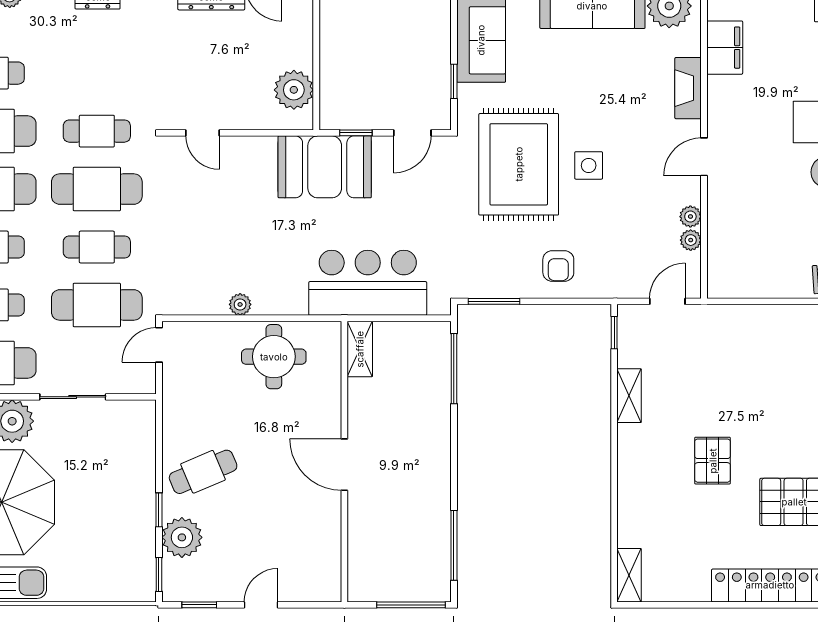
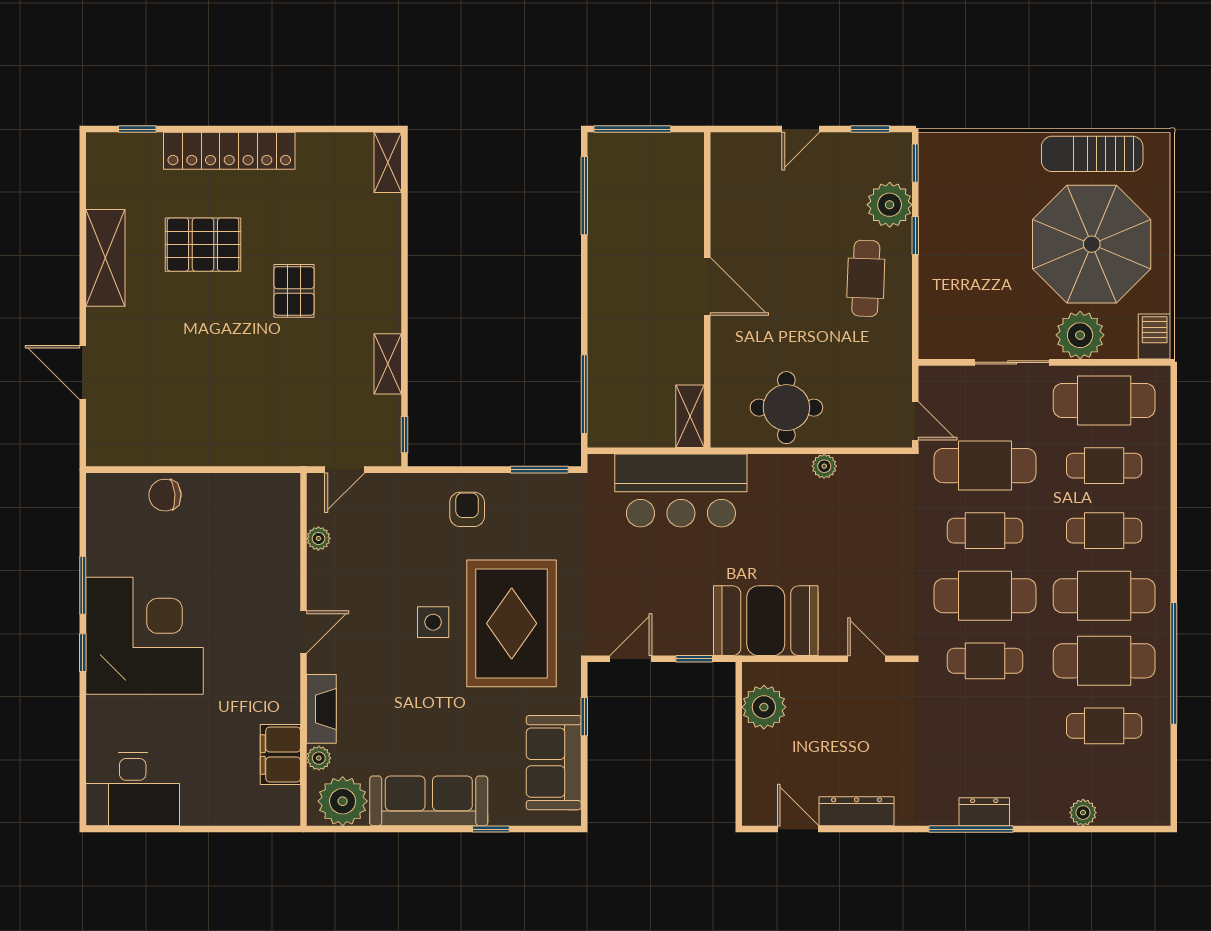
booth: (325, 167) -> (766, 621), moved
plant: (690, 217) -> (319, 758), moved
door: (159, 345) -> (915, 421), hinge flipped
cafe table: (203, 472) -> (866, 278), turned -65

